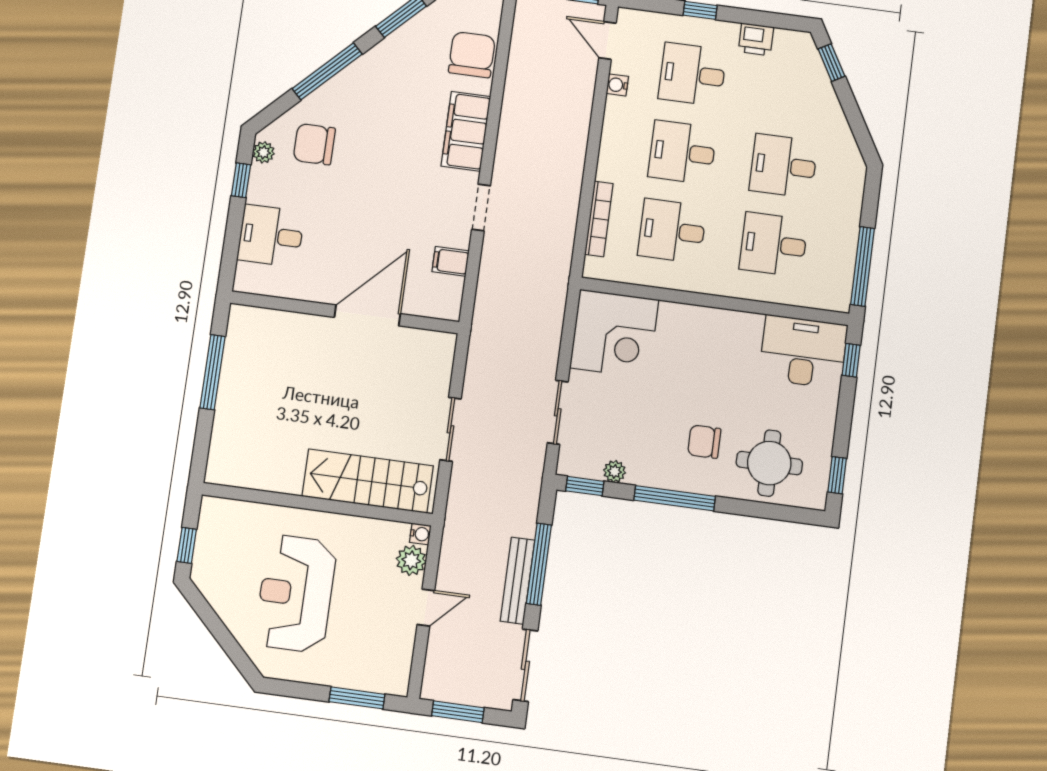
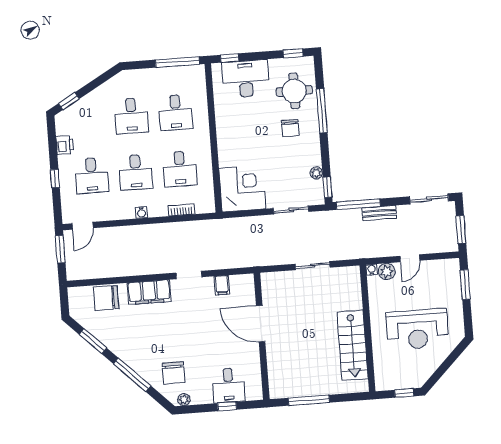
water cooler: (617, 85) -> (141, 213), moved
window: (241, 180) -> (227, 406), moved
bookcase: (599, 219) -> (182, 210), width x0.64
desk: (803, 352) -> (246, 79), moved, turned 90
stairs: (368, 481) -> (353, 345), moved
window: (675, 498) -> (322, 111), moved
window: (539, 564) -> (358, 204), moved
bench: (517, 581) -> (379, 213), width x0.73
door: (426, 608) -> (410, 258), swing flipped

